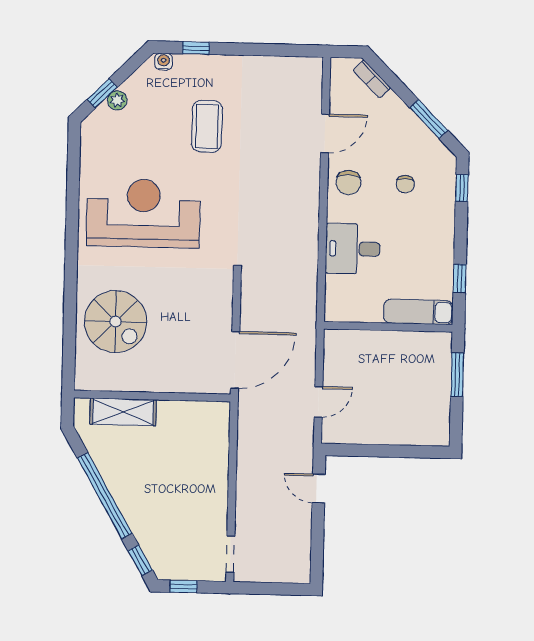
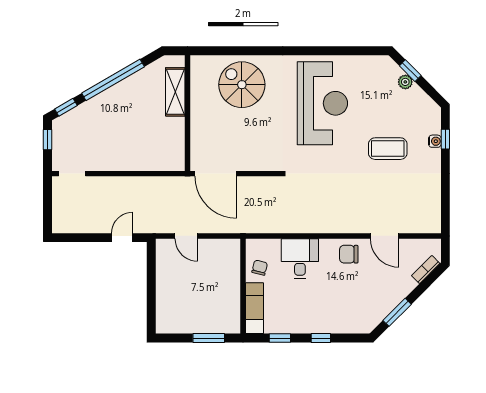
water cooler: (164, 62) -> (435, 141), moved
chair: (405, 184) -> (260, 268), moved, turned 104
window: (462, 188) -> (321, 338), moved
spiral stairs: (116, 322) -> (242, 85), turned 90

